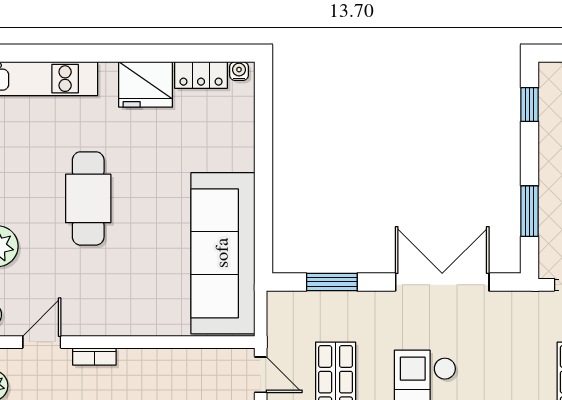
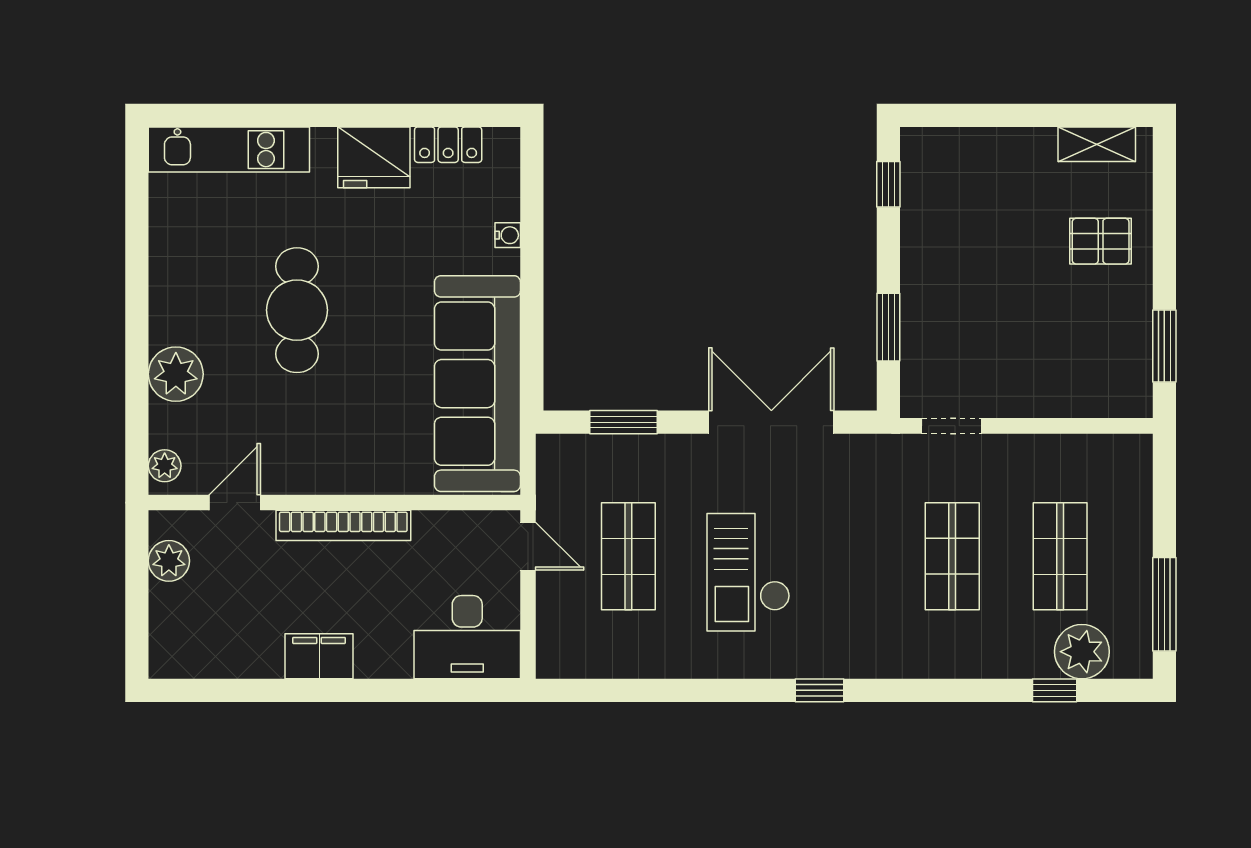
water cooler: (239, 71) -> (508, 235), moved, turned 90
bookcase: (94, 356) -> (343, 525), width x2.31, depth x1.31

